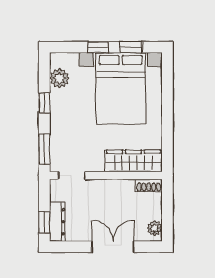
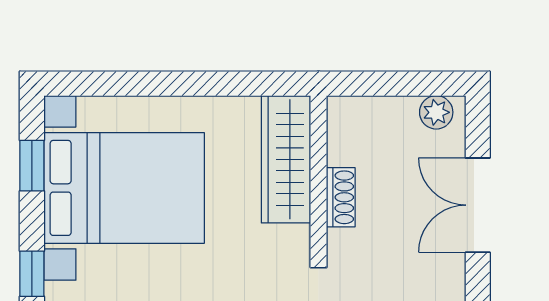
window: (98, 47) -> (32, 274), moved
shoe rack: (149, 185) -> (341, 197), moved

